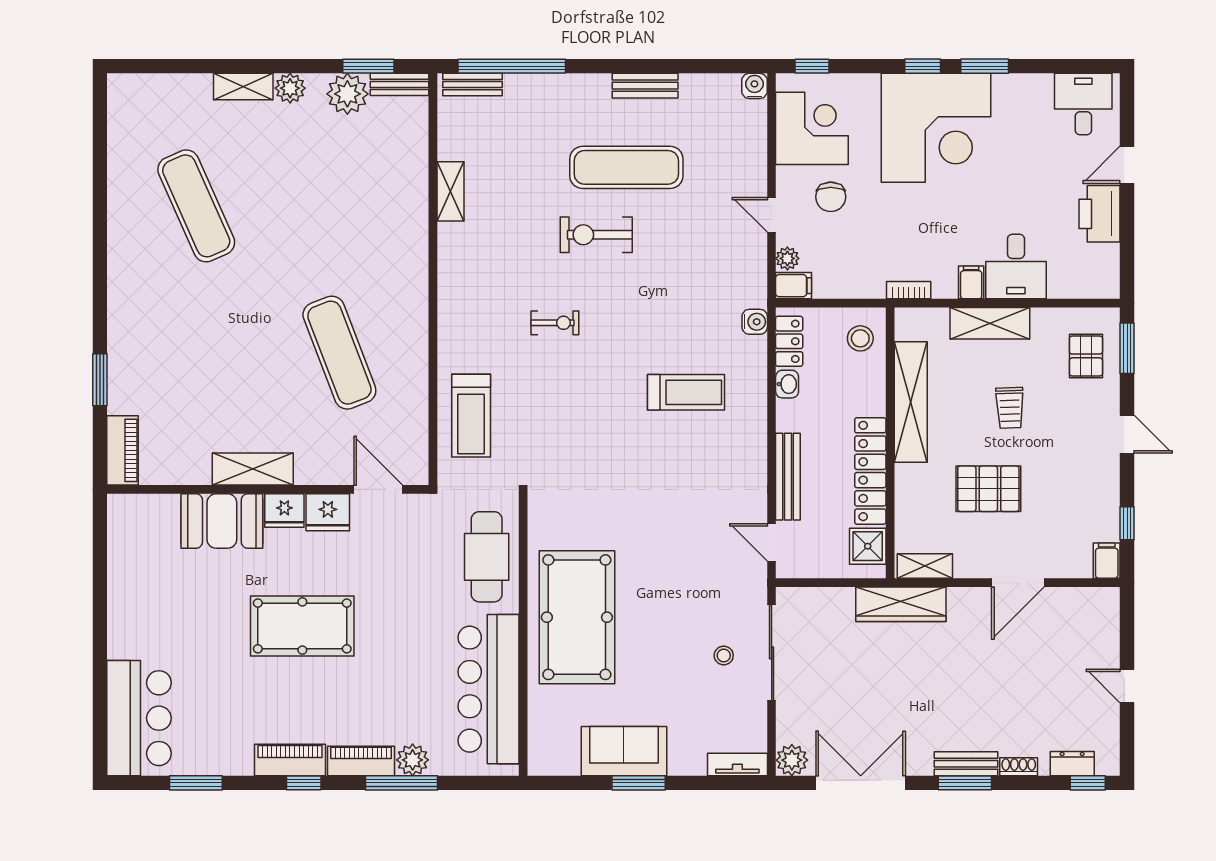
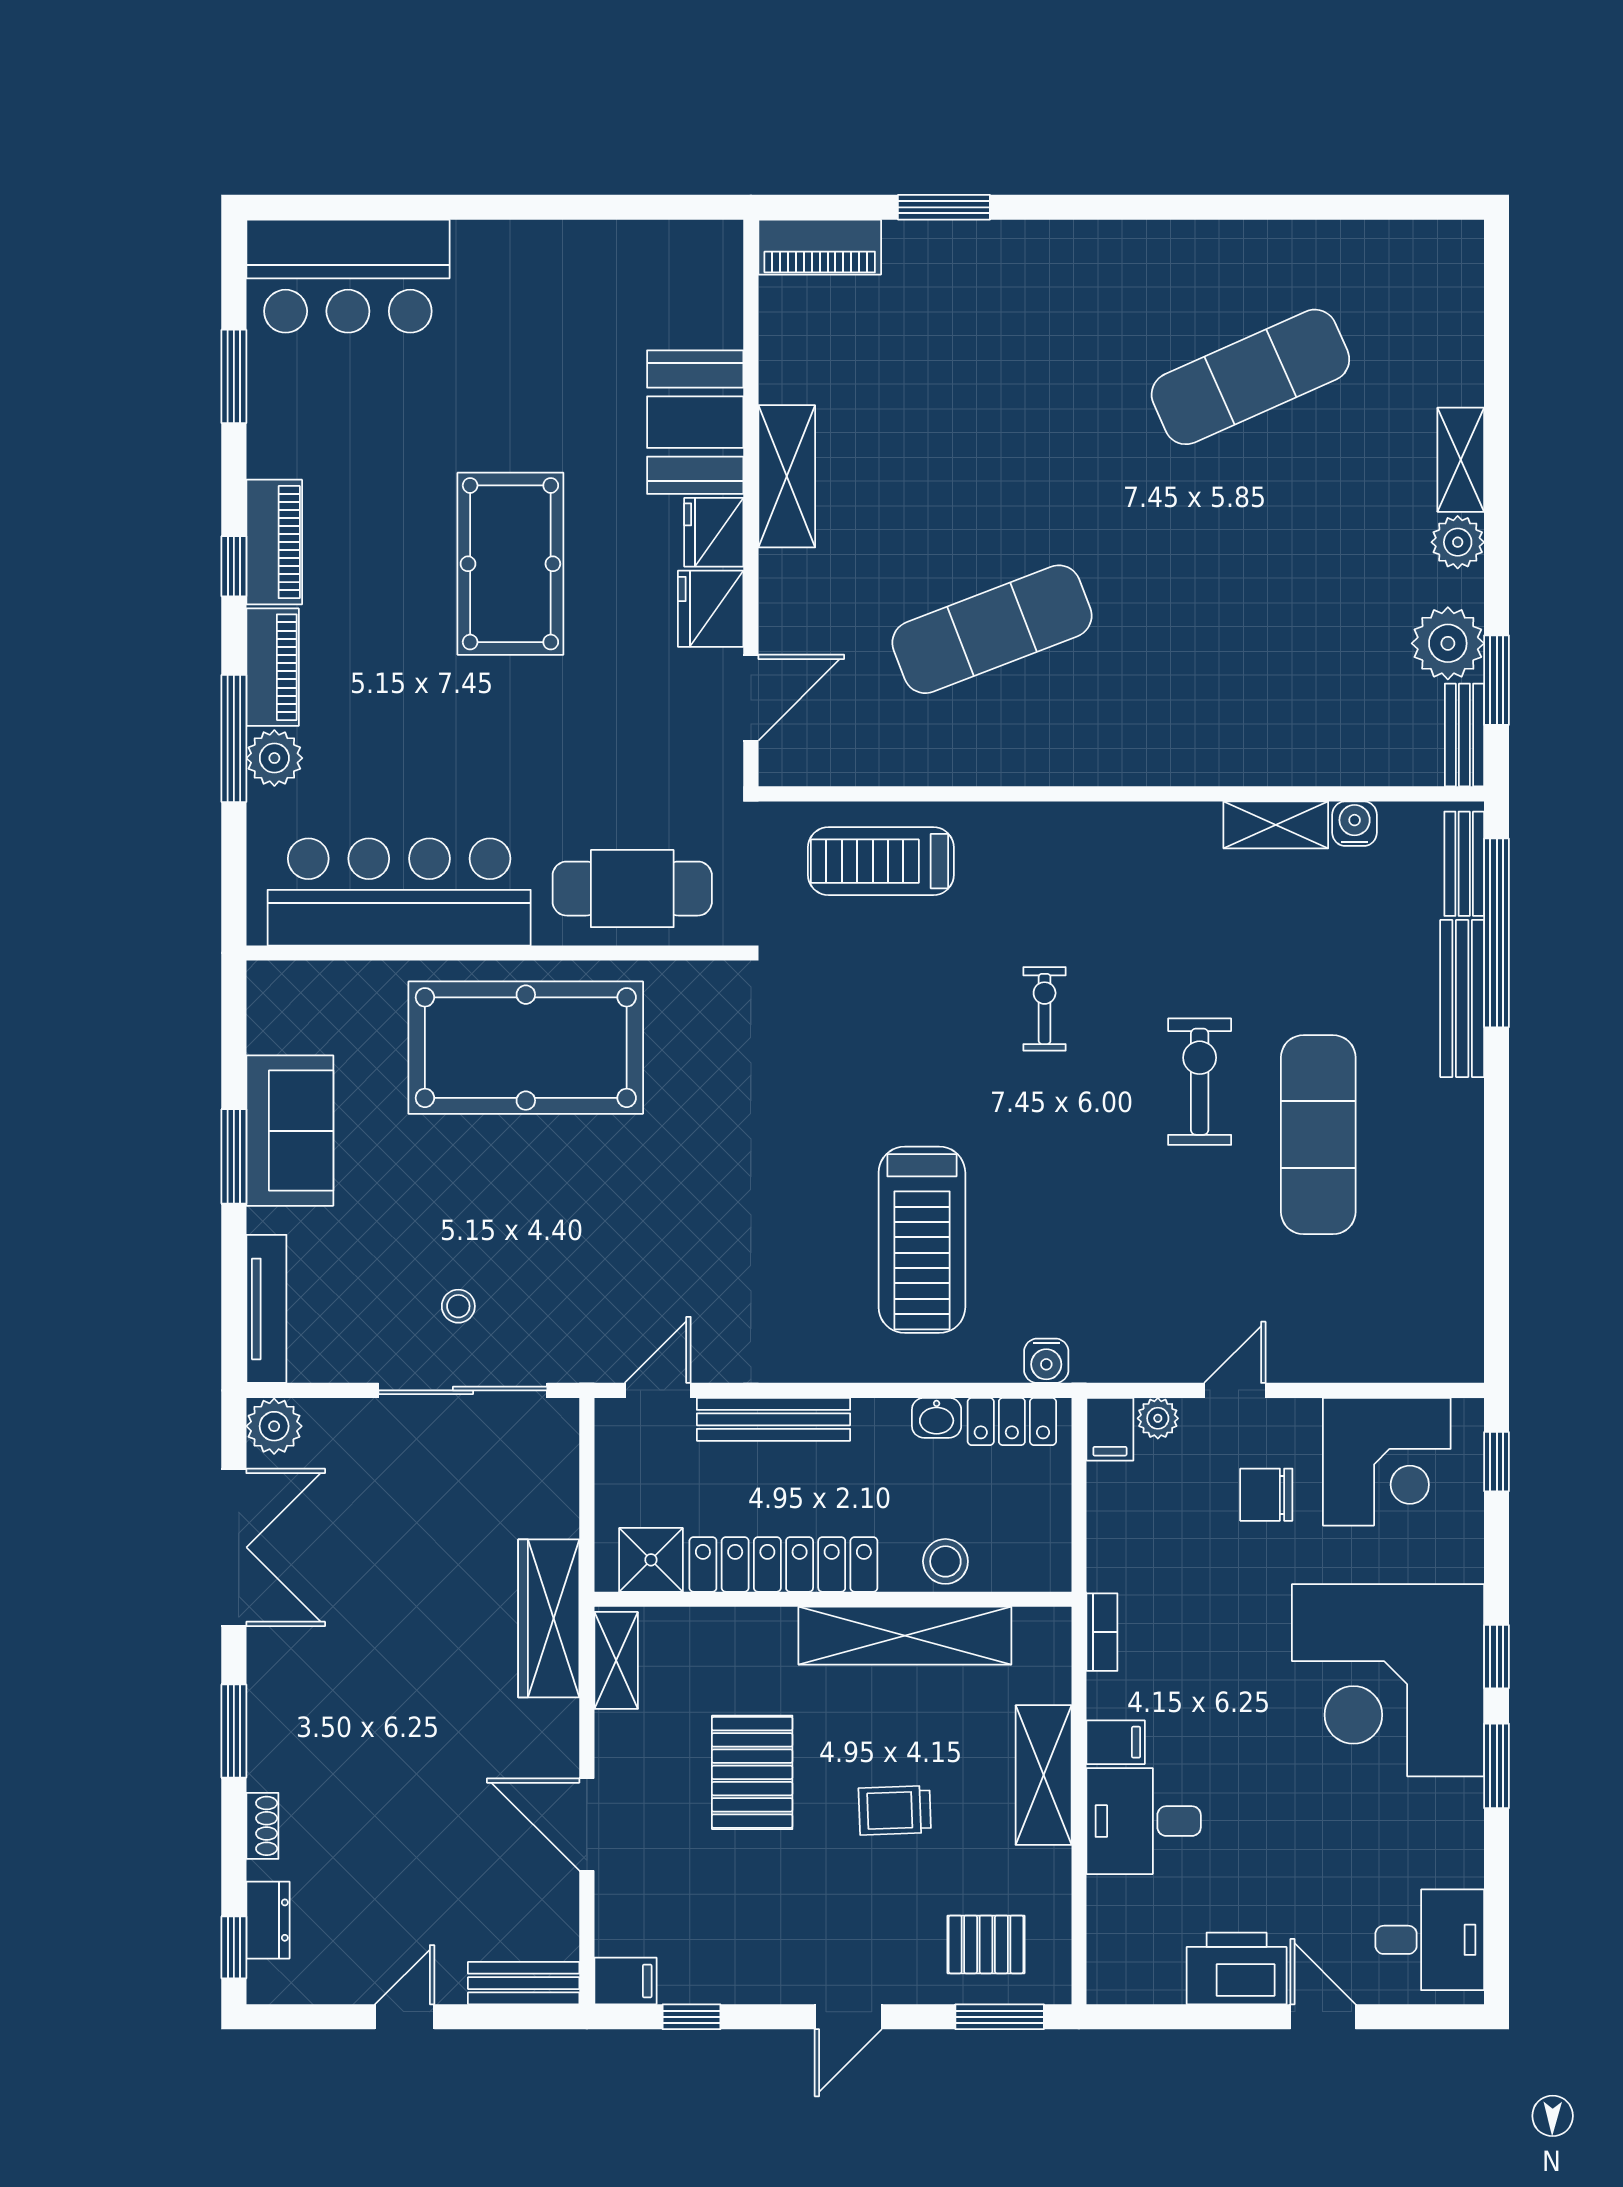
bench: (645, 86) -> (1462, 998), moved, width x1.36
water cooler: (754, 86) -> (1355, 824), moved, turned -90
exercise bike: (555, 323) -> (1045, 1009), turned 180
stool: (860, 338) -> (945, 1561), moved
treadmill: (686, 392) -> (922, 1240), width x1.37, depth x1.38
tv unit: (737, 764) -> (266, 1309), width x1.41
bench: (966, 764) -> (524, 1983), moved, turned 90

